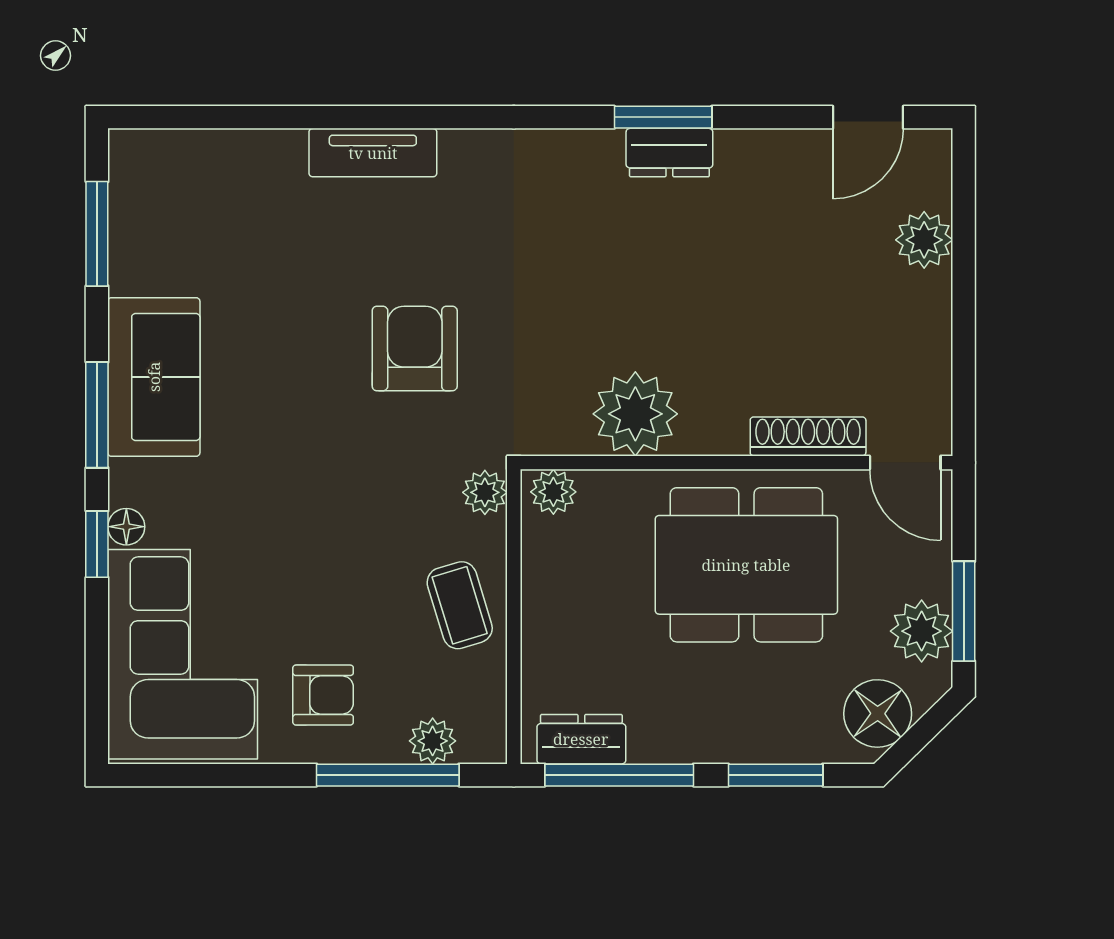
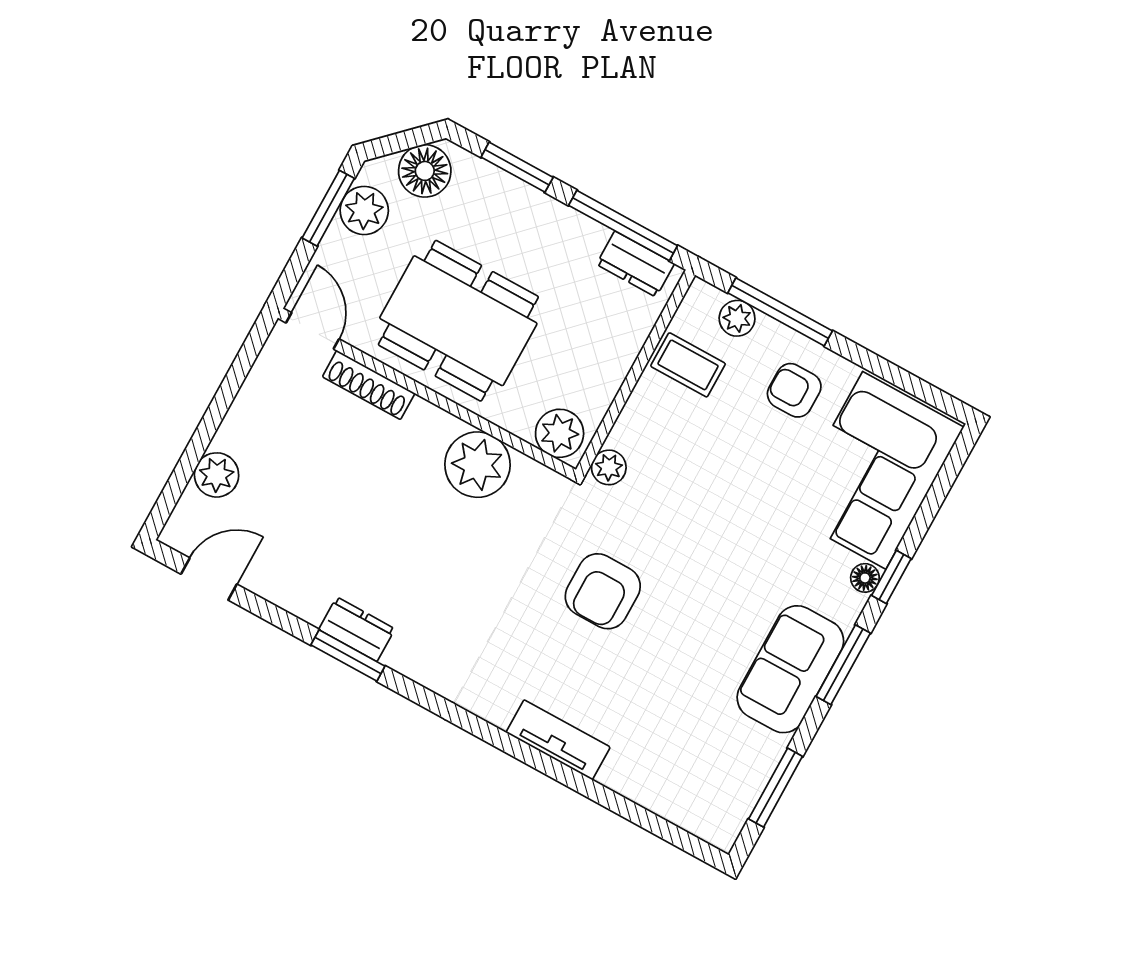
plant: (553, 492) -> (560, 433), width x1.38, depth x1.38
coffee table: (460, 605) -> (688, 365), moved, turned -73

